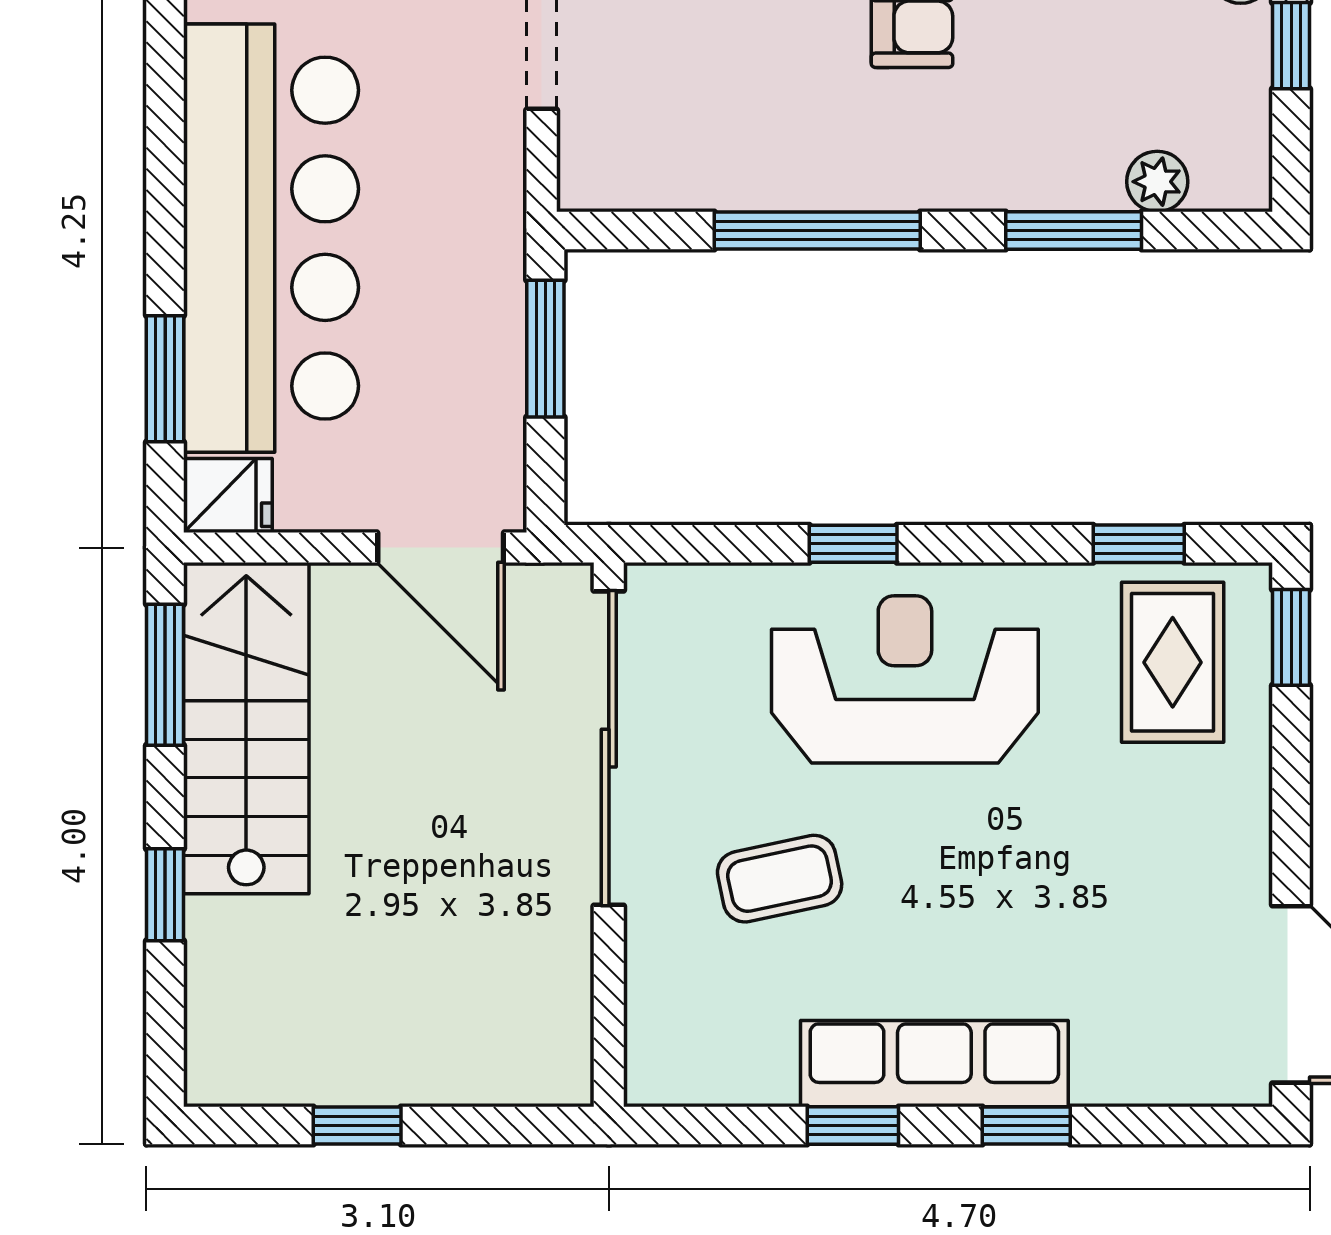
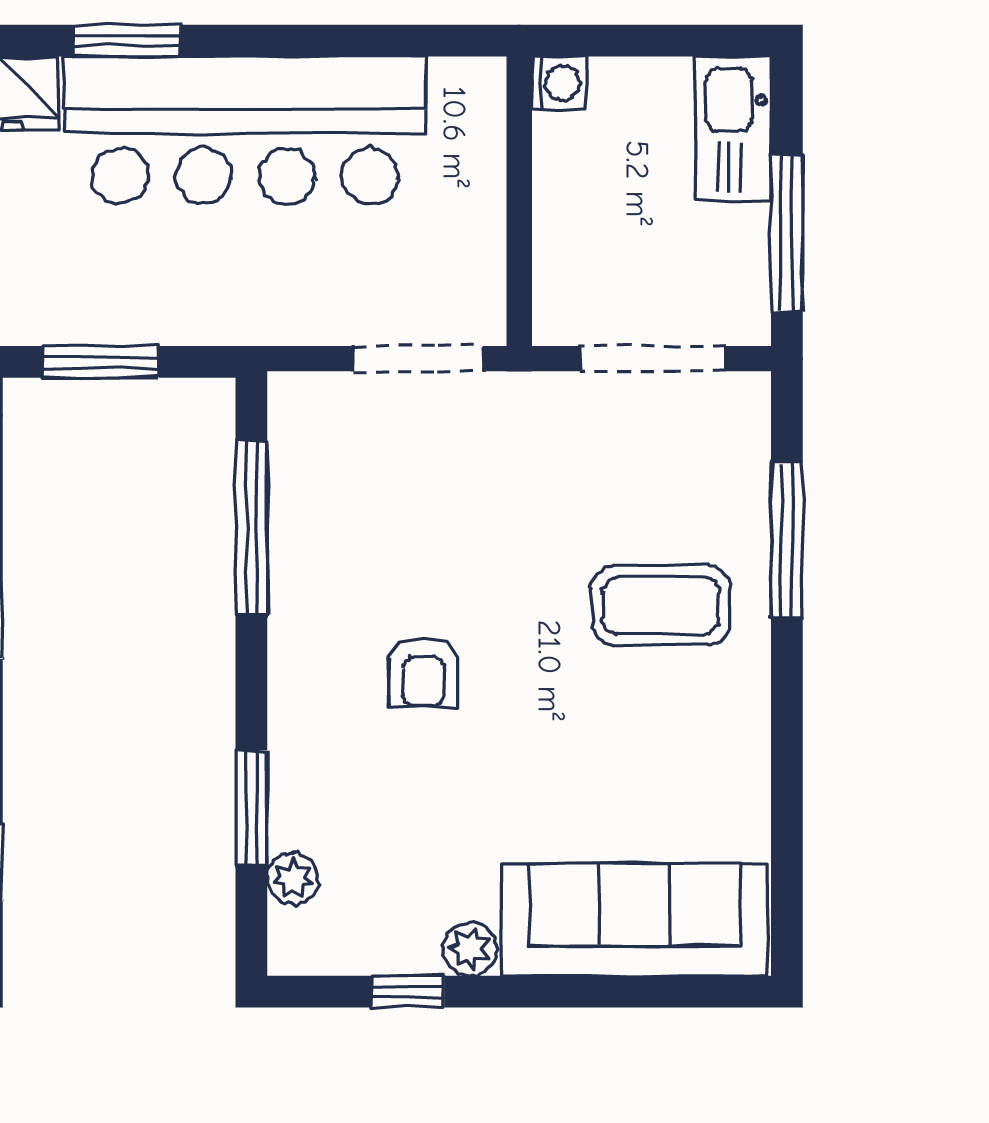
window: (817, 231) -> (251, 528), moved
window: (545, 349) -> (101, 362), moved

